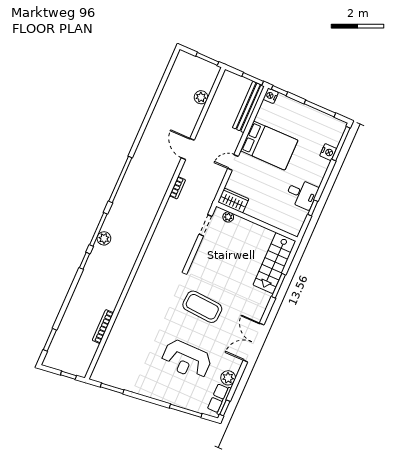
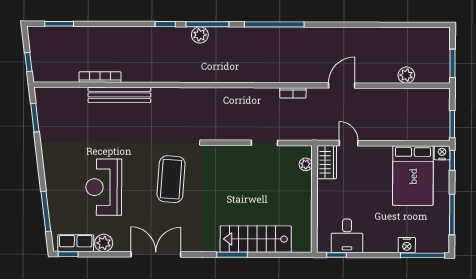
bench: (248, 107) -> (119, 95), moved
bed: (269, 146) -> (413, 176), moved
wardrobe: (233, 201) -> (327, 162), moved
plant: (228, 217) -> (306, 164), moved
wall: (257, 222) -> (314, 199), moved

